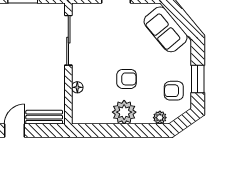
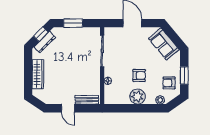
door: (15, 131) -> (68, 108), swing flipped

